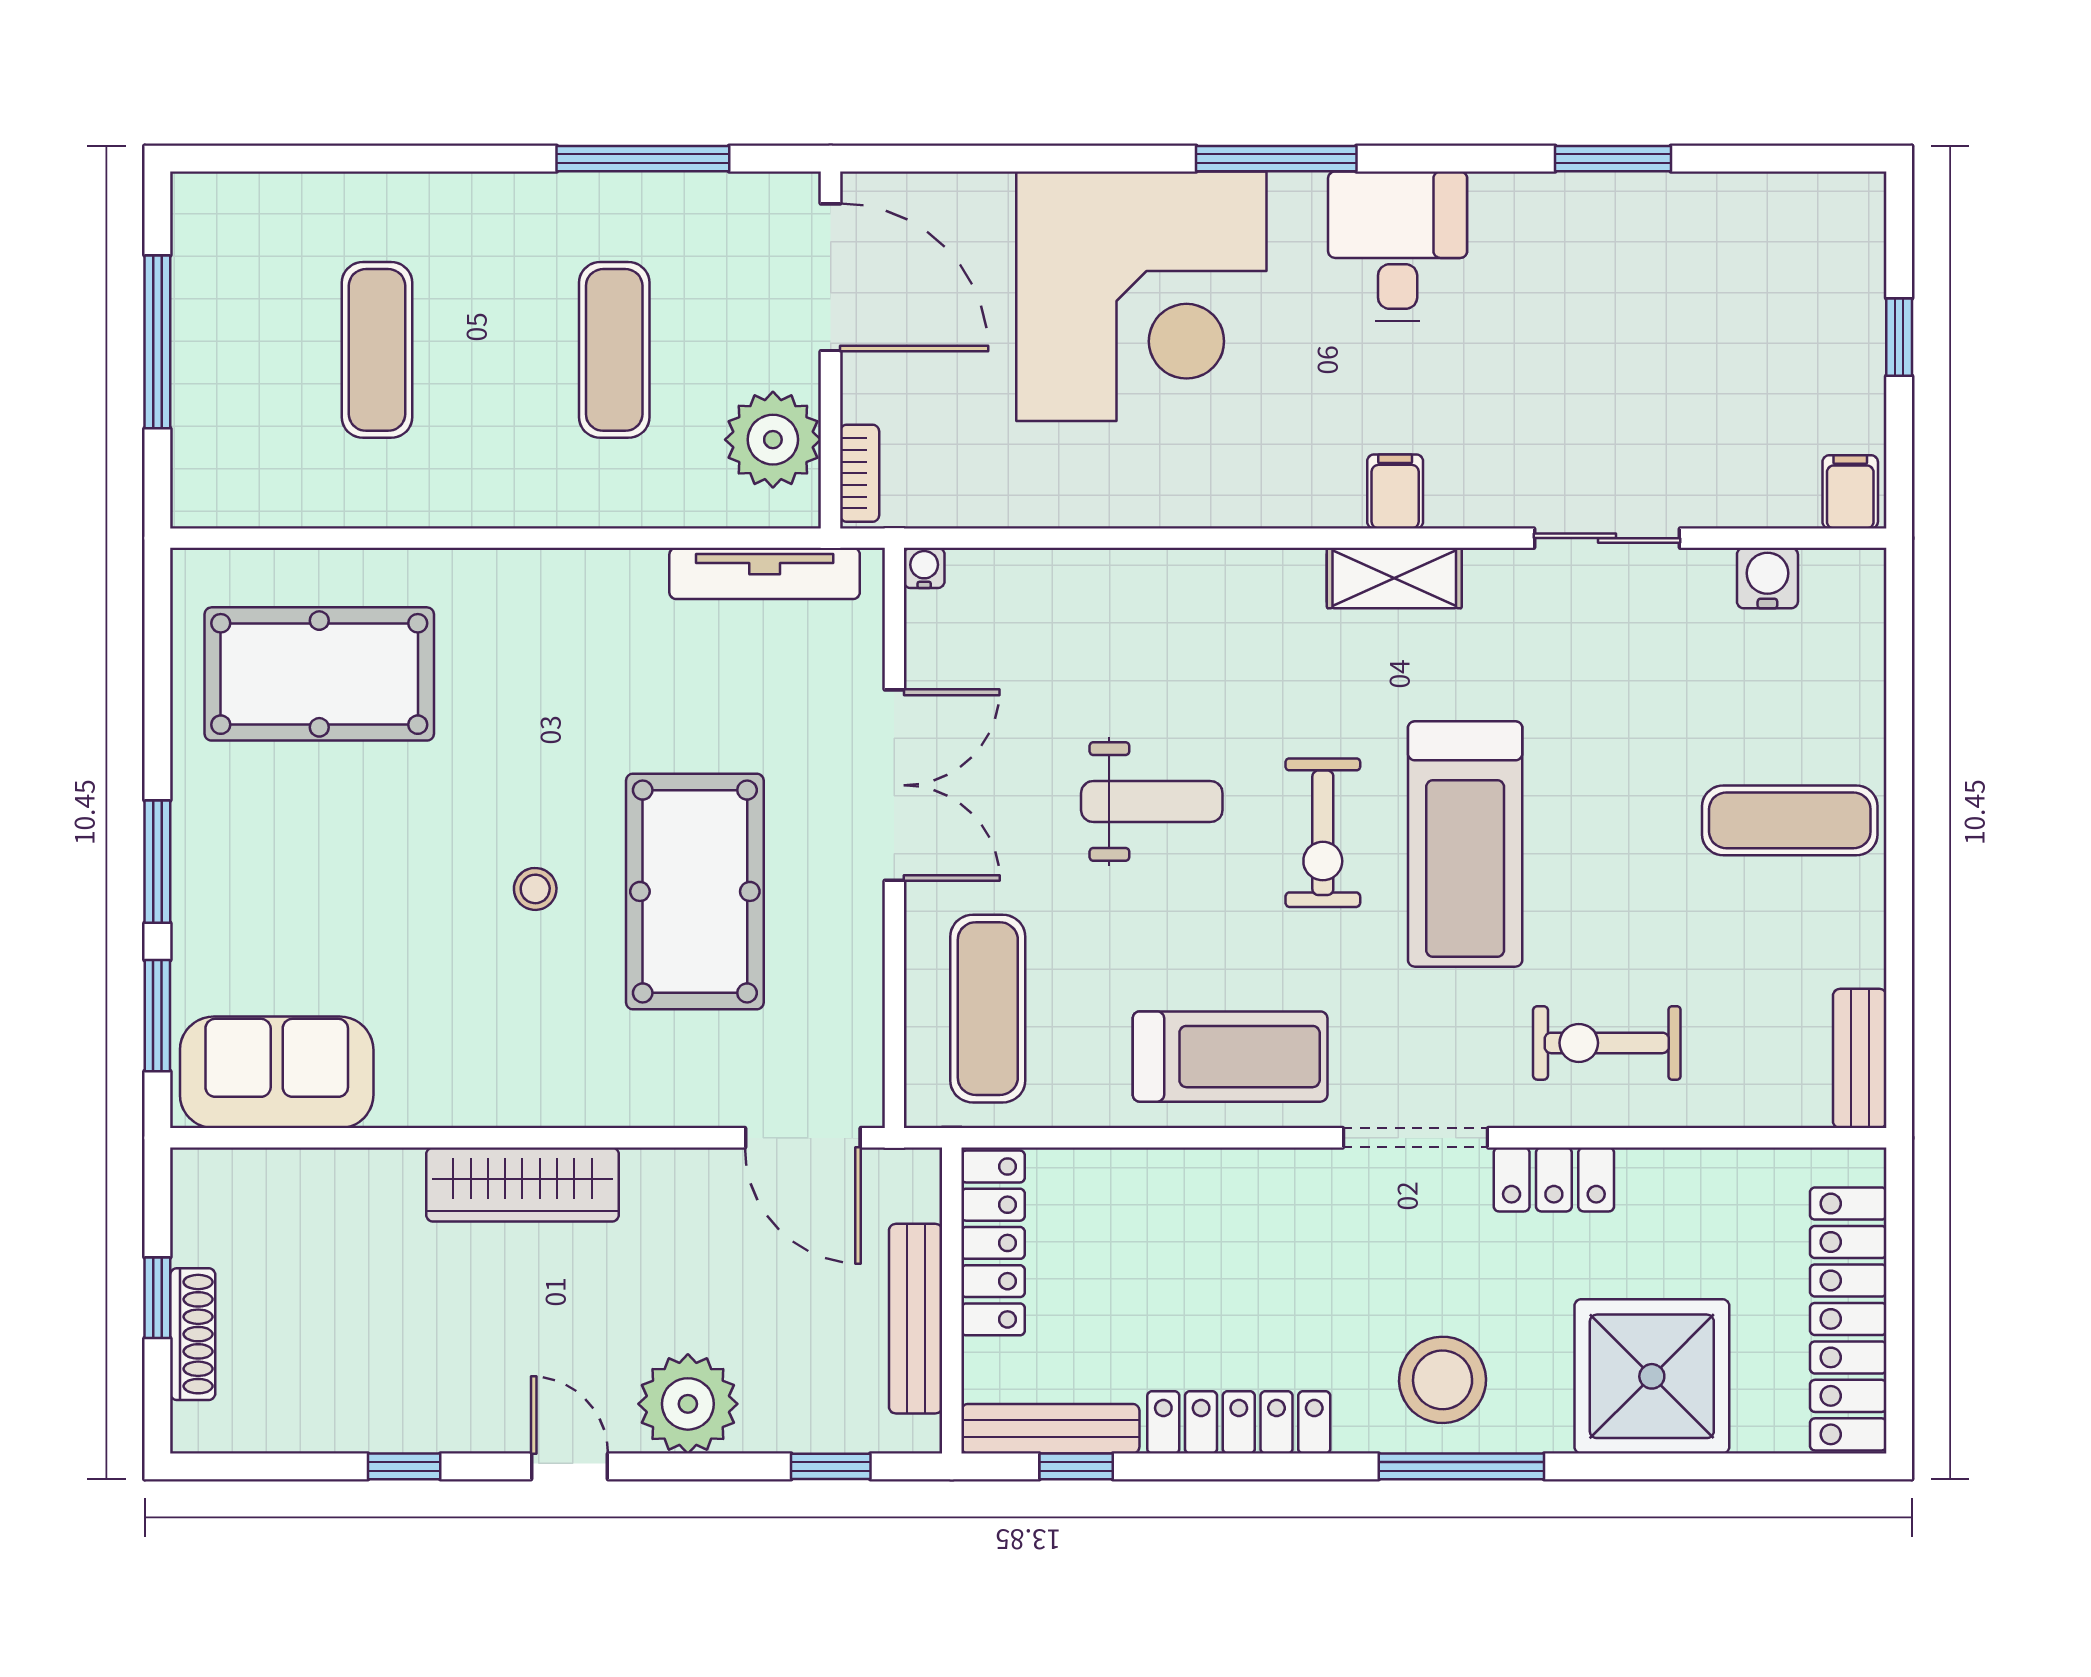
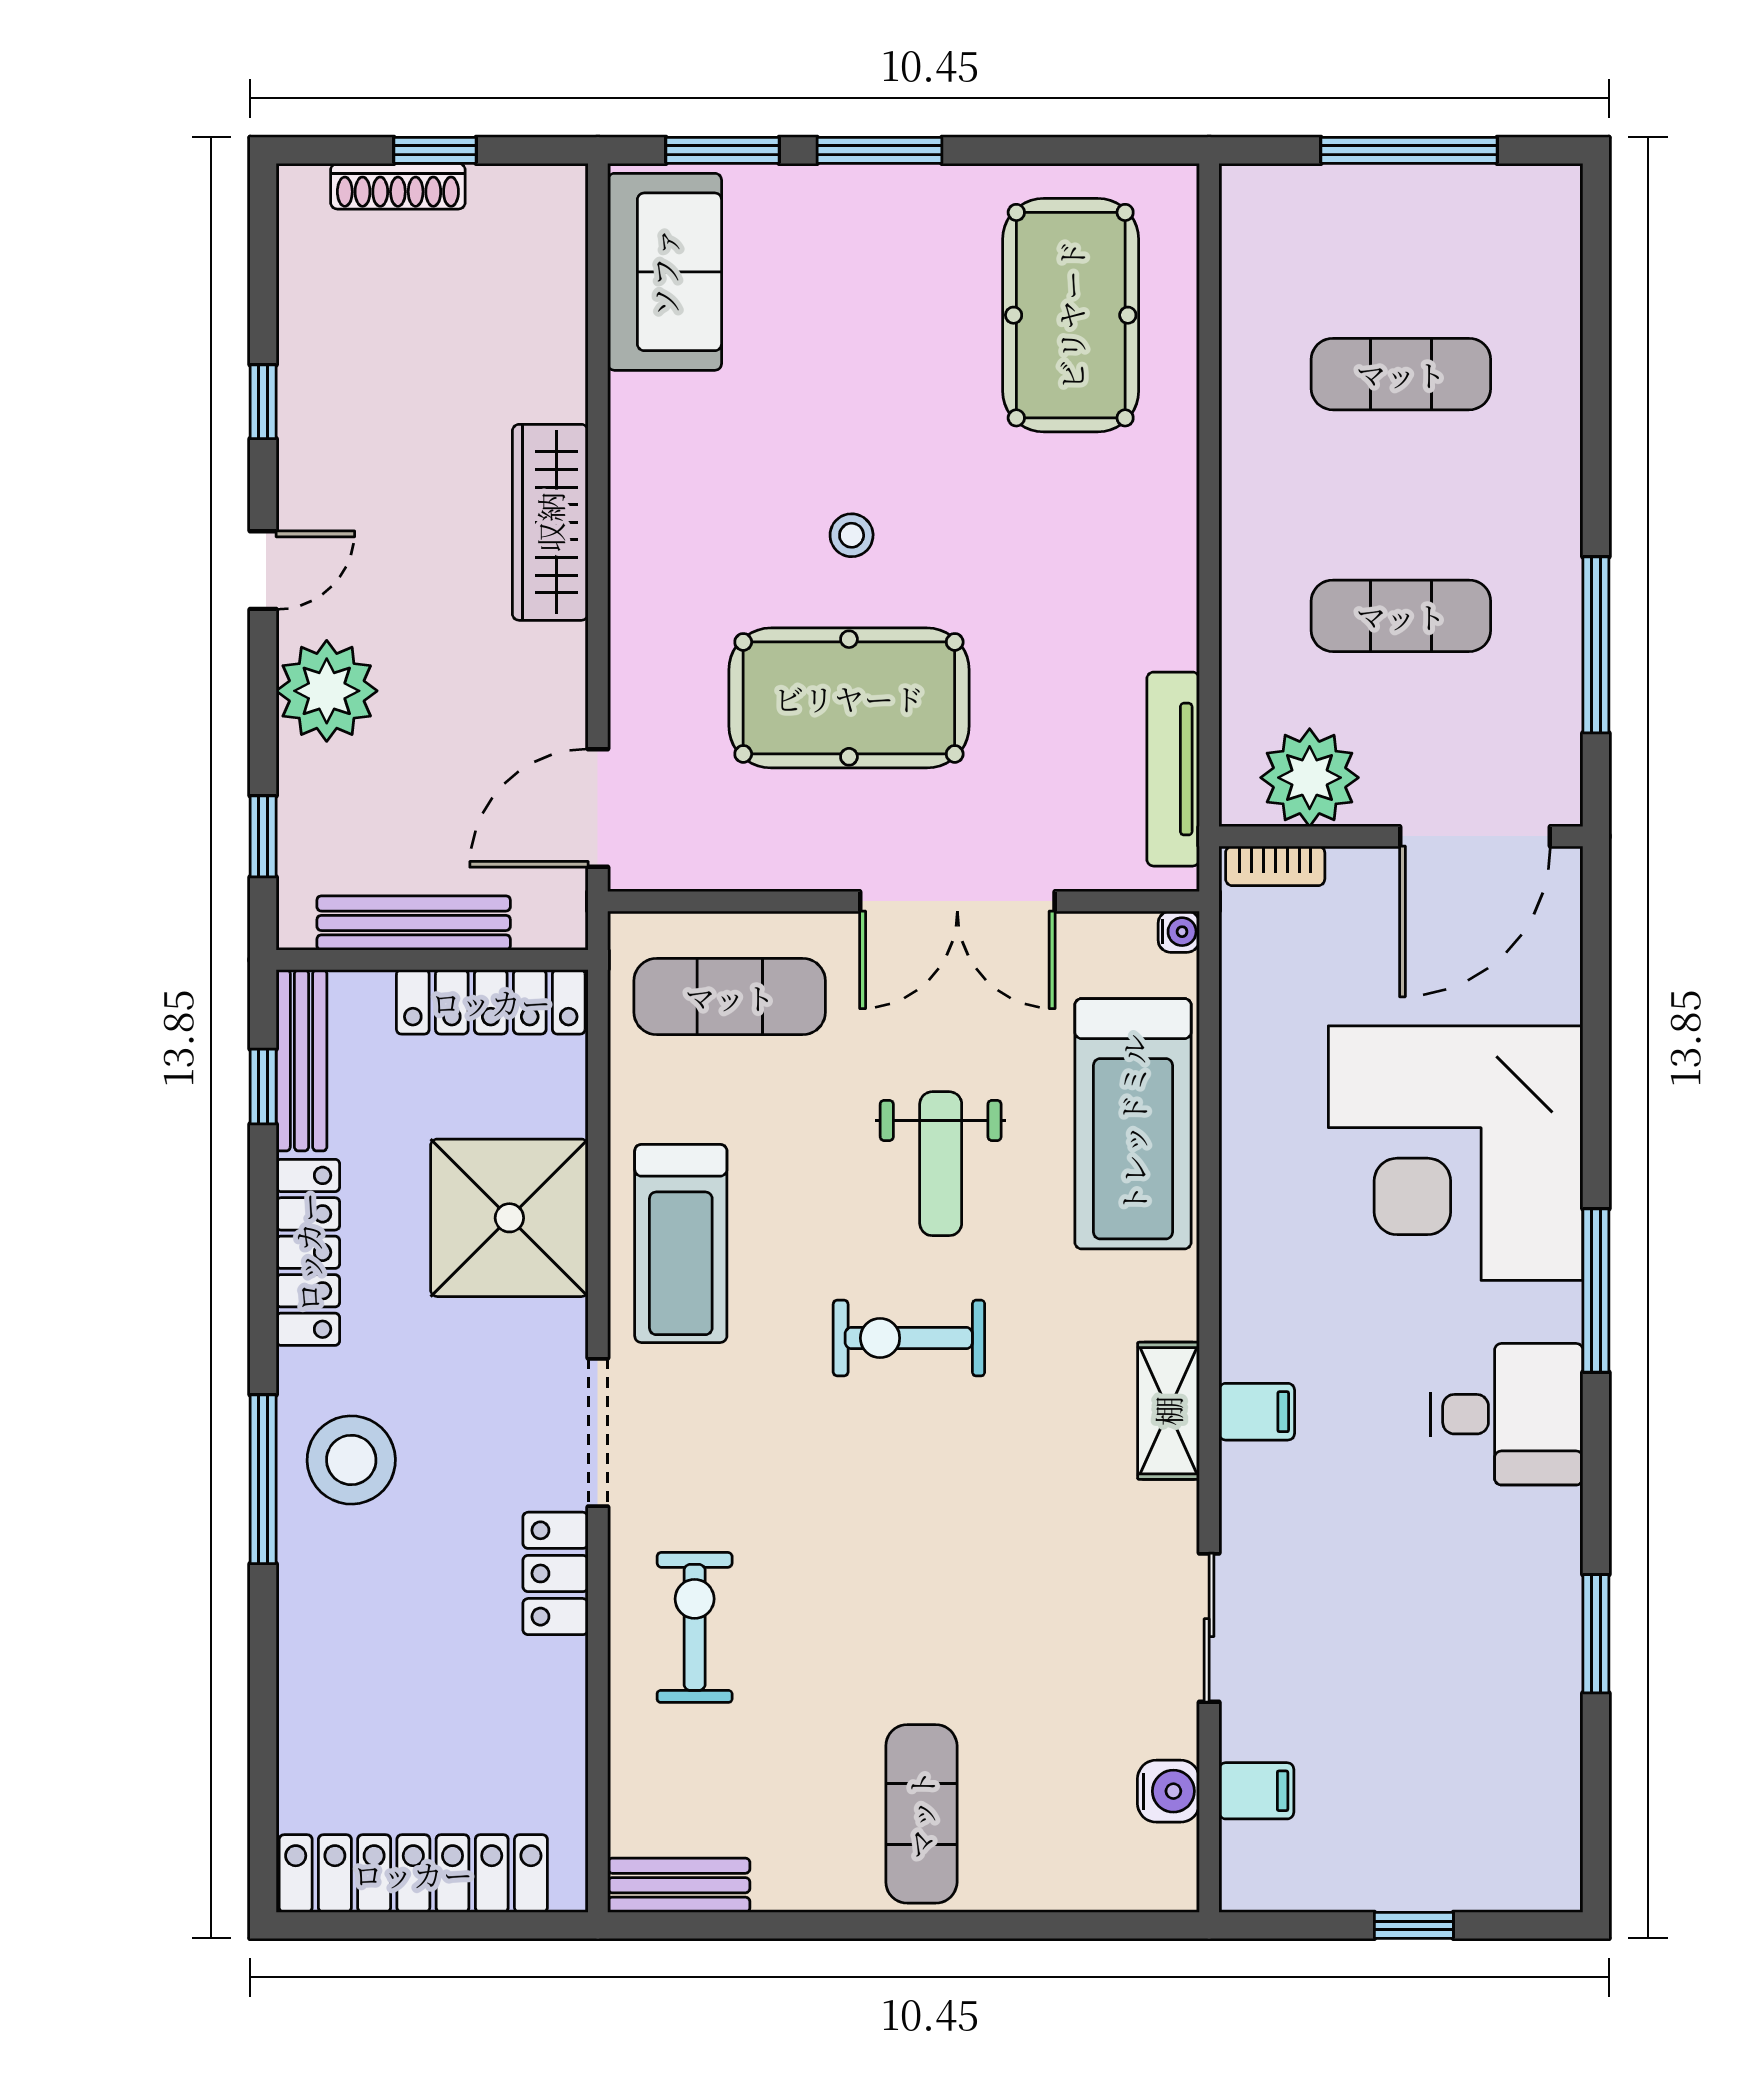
filing cabinet: (1850, 492) -> (1256, 1791), moved
treadmill: (1465, 844) -> (1133, 1124), moved, turned -90
shower: (1652, 1376) -> (509, 1218), moved

